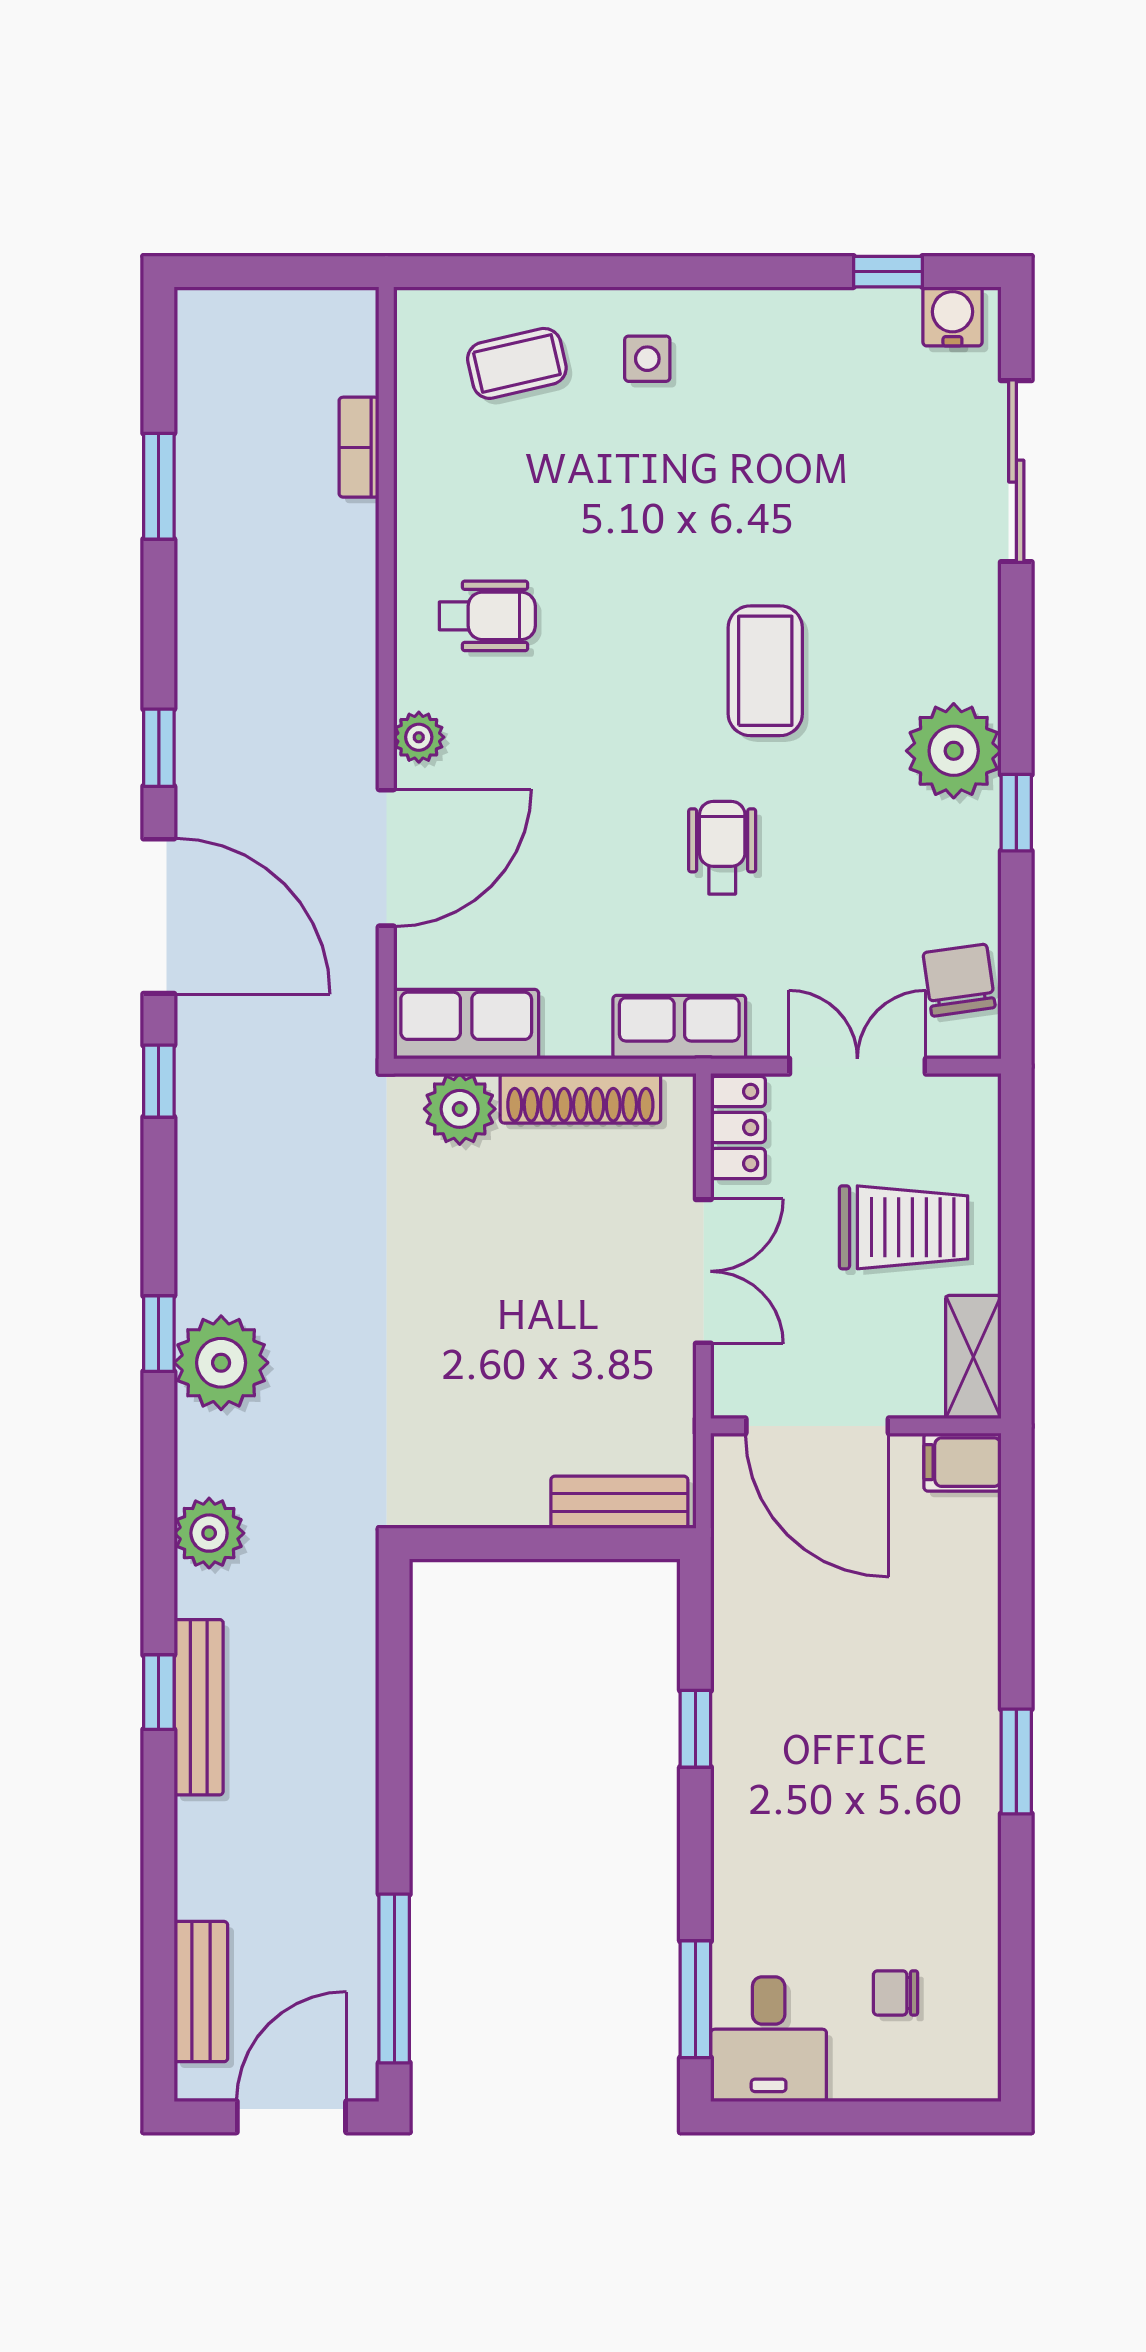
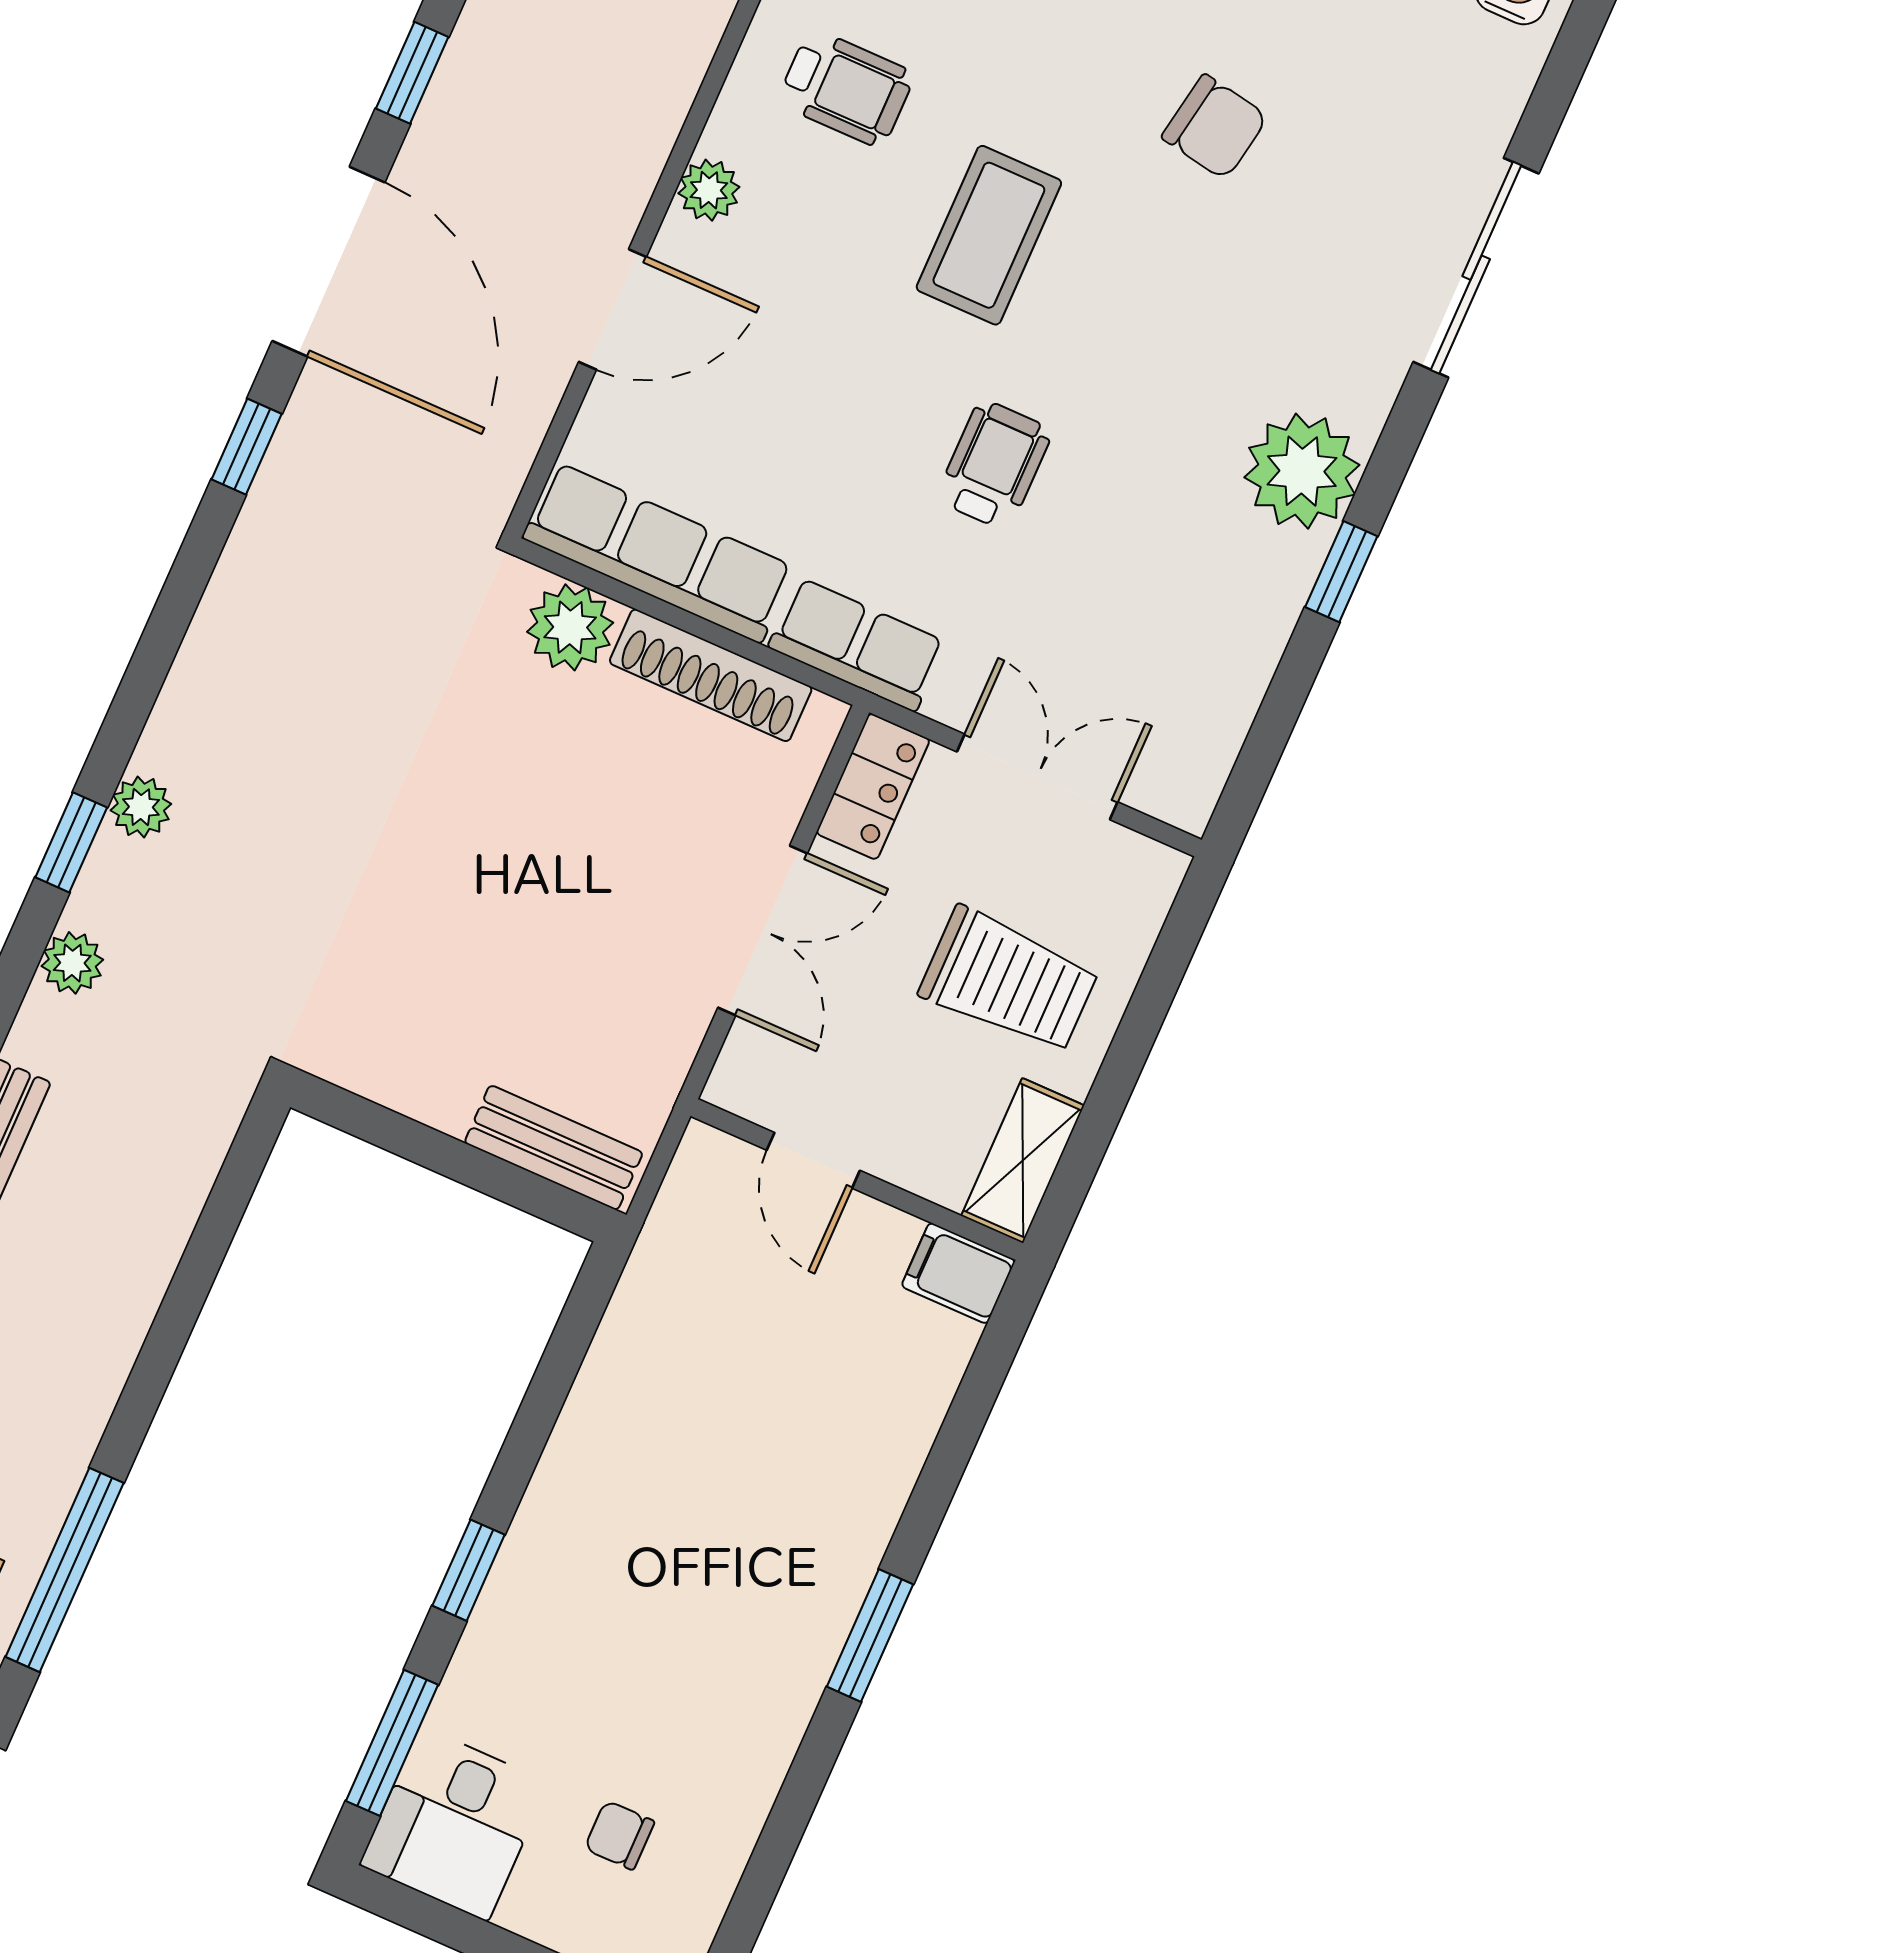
sliding door: (1016, 471) -> (1476, 268), moved
coffee table: (765, 671) -> (989, 235), moved
door: (386, 858) -> (613, 309), width x0.73
chair: (959, 980) -> (1215, 127), moved, turned 108
row of seats: (466, 1024) -> (658, 553), width x1.48
window: (159, 1334) -> (71, 842), moved
plant: (221, 1363) -> (141, 807), width x0.53, depth x0.53
door: (817, 1426) -> (813, 1160), width x0.53
plant: (209, 1533) -> (72, 963), width x0.73, depth x0.73
window: (695, 1729) -> (469, 1570), moved

